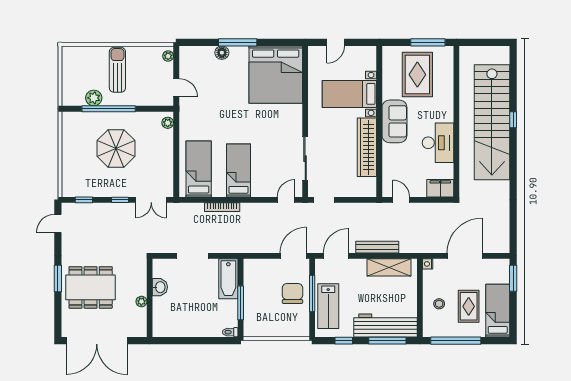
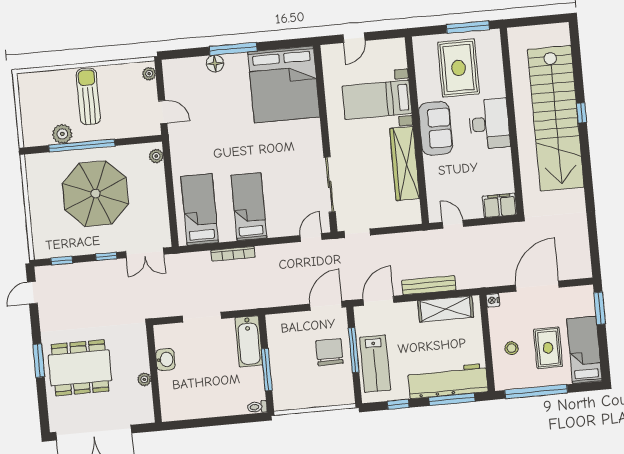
desk: (438, 143) -> (489, 124), moved
parasol: (116, 148) -> (95, 194), width x1.36, depth x1.36

